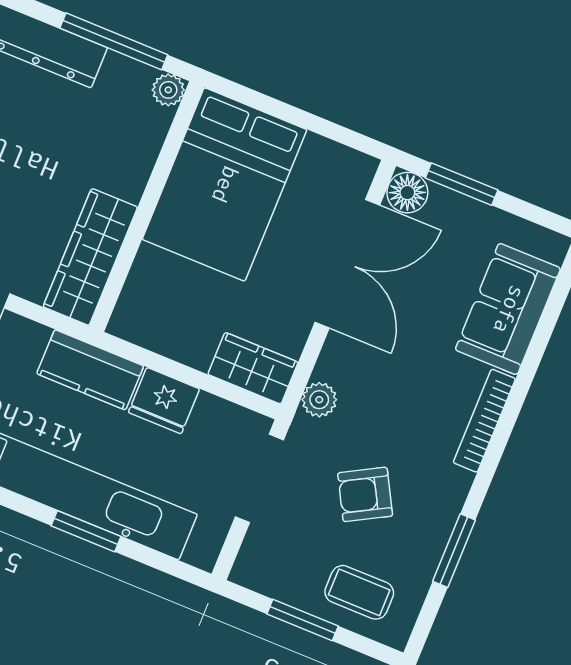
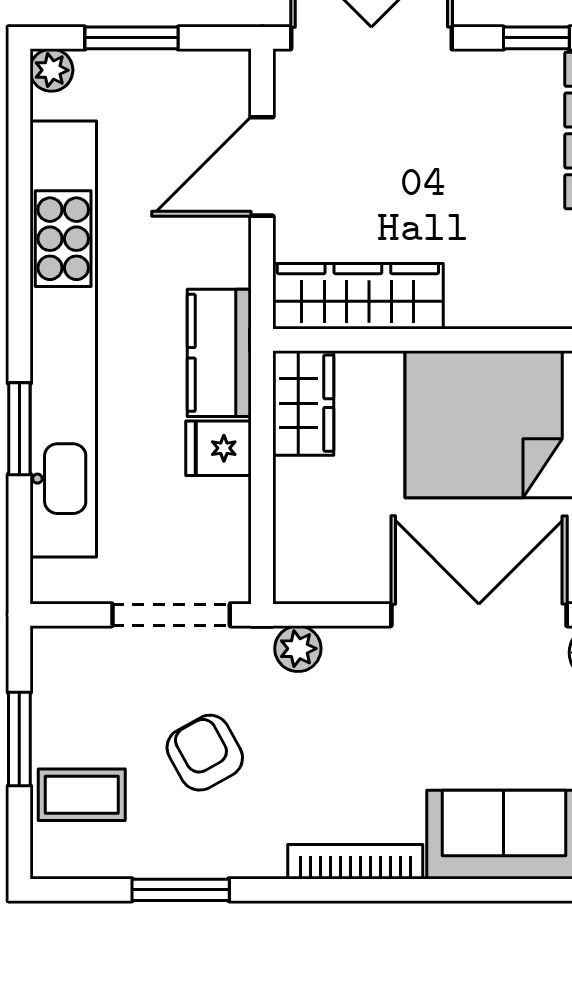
double door: (347, 264) -> (479, 615), swing flipped
wardrobe: (253, 368) -> (303, 403), moved
fridge: (164, 401) -> (219, 448), width x0.72
coffee table: (359, 592) -> (82, 795), turned 90

